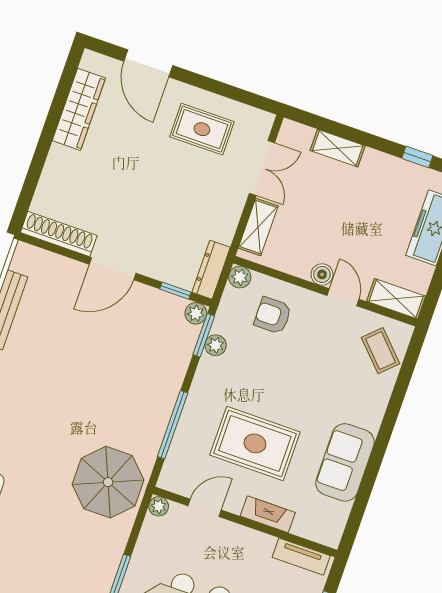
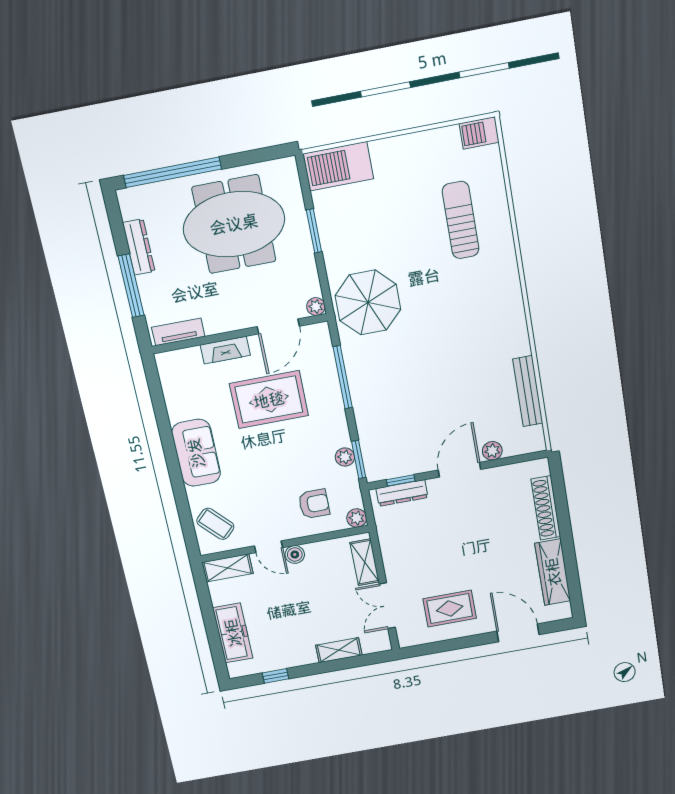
shoe rack: (59, 234) -> (546, 508), moved, turned 90
dresser: (211, 270) -> (402, 493), moved, turned 90
plant: (196, 313) -> (492, 451), moved
sofa: (345, 462) -> (196, 453), moved
door: (205, 508) -> (278, 326), width x1.38

